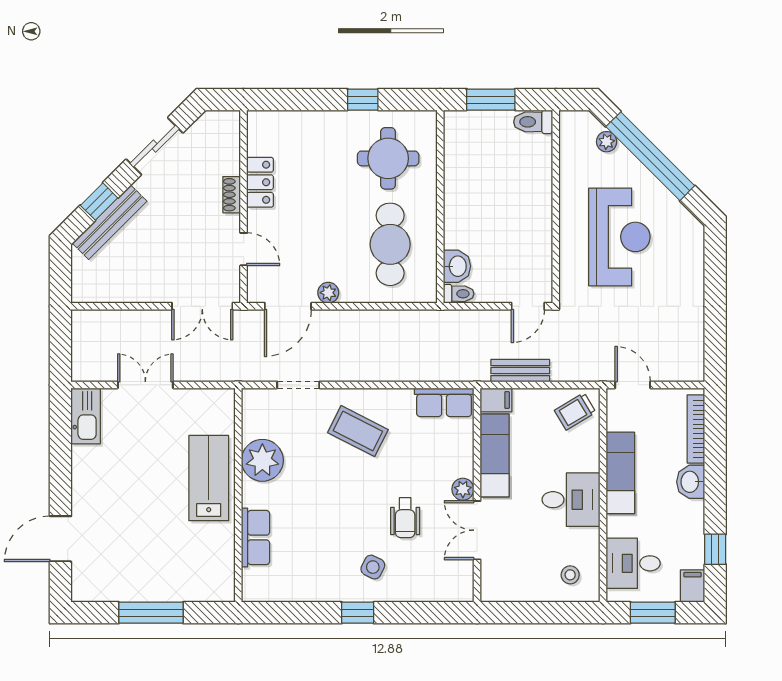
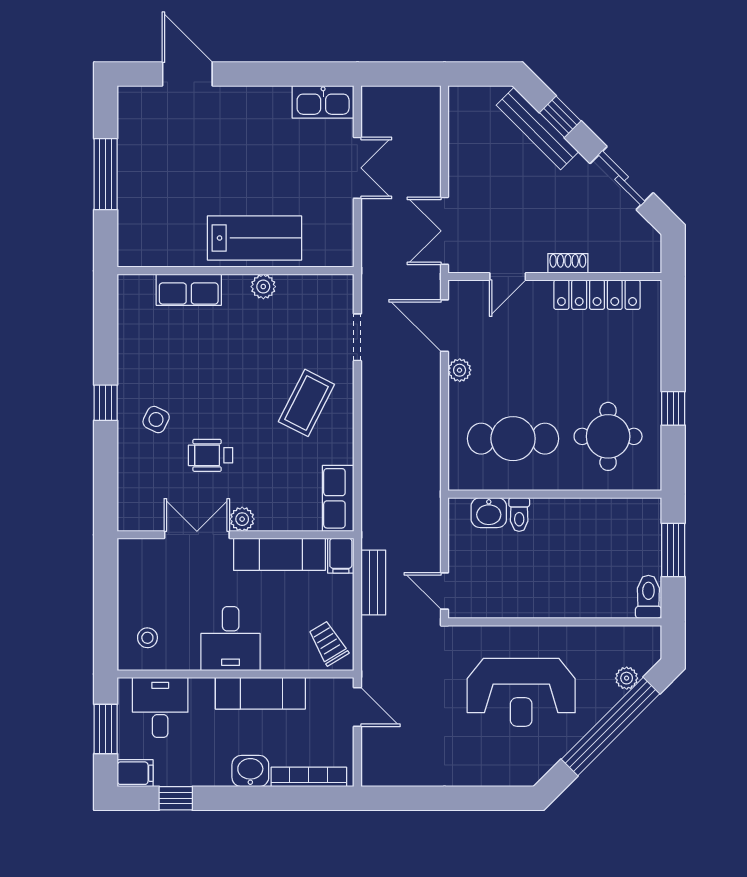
locker: (260, 182) -> (597, 295), width x1.53
toilet: (459, 294) -> (519, 514), moved
door: (633, 385) -> (357, 707), hinge flipped
plant: (262, 460) -> (263, 287), width x0.53, depth x0.53

